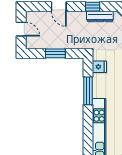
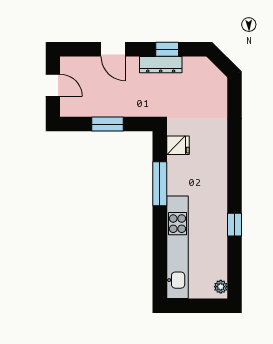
dresser: (100, 16) -> (161, 65), moved

